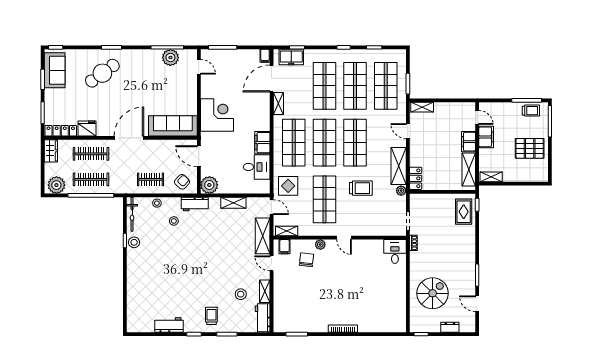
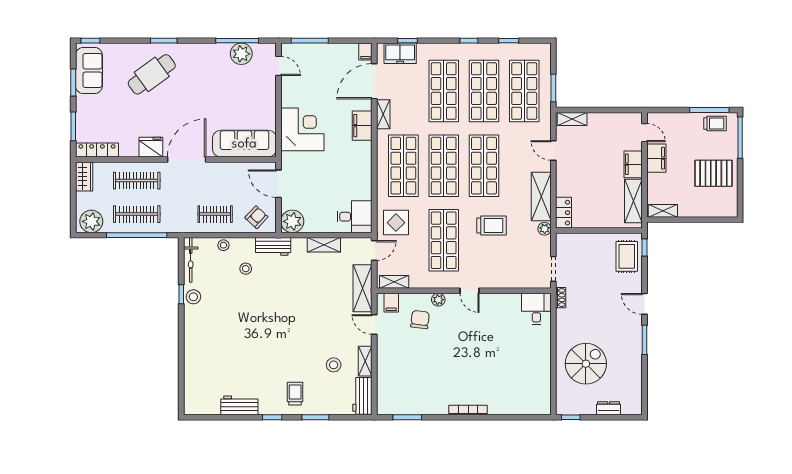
fridge: (87, 128) -> (151, 147), moved
filing cabinet: (262, 143) -> (362, 126), moved
desk: (257, 167) -> (355, 217), moved
door: (272, 207) -> (374, 250), hinge flipped
door: (477, 304) -> (644, 304), moved

